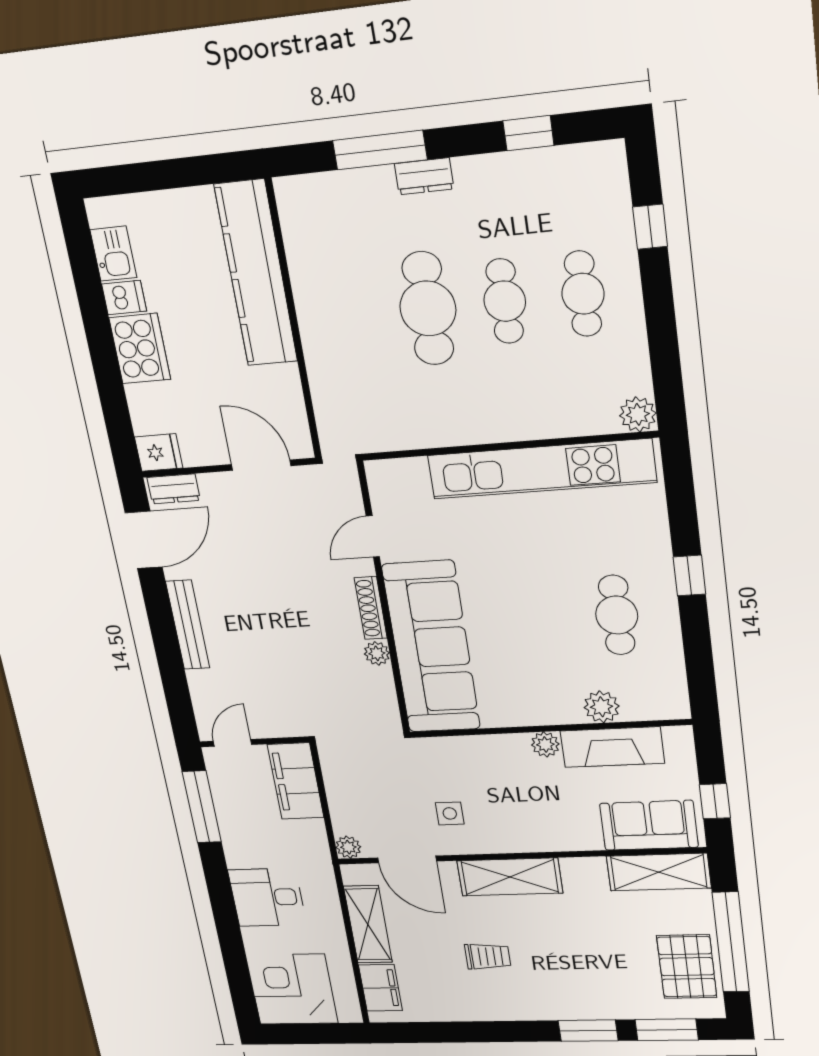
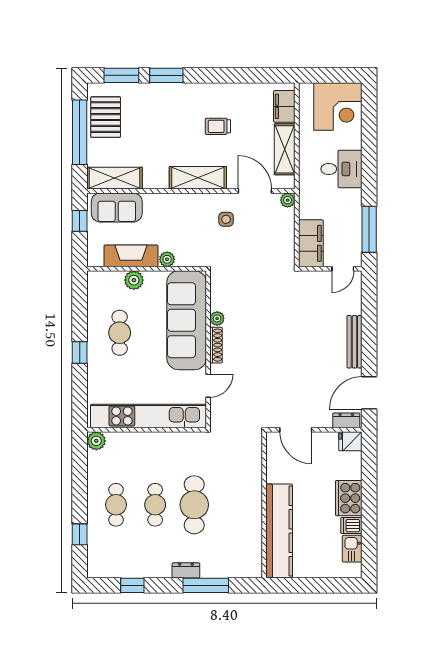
door: (373, 536) -> (208, 386), moved
wall: (384, 600) -> (208, 349), moved
shoe rack: (371, 608) -> (216, 345), moved
sofa: (431, 647) -> (187, 320), moved
plant: (377, 653) -> (217, 318), moved

